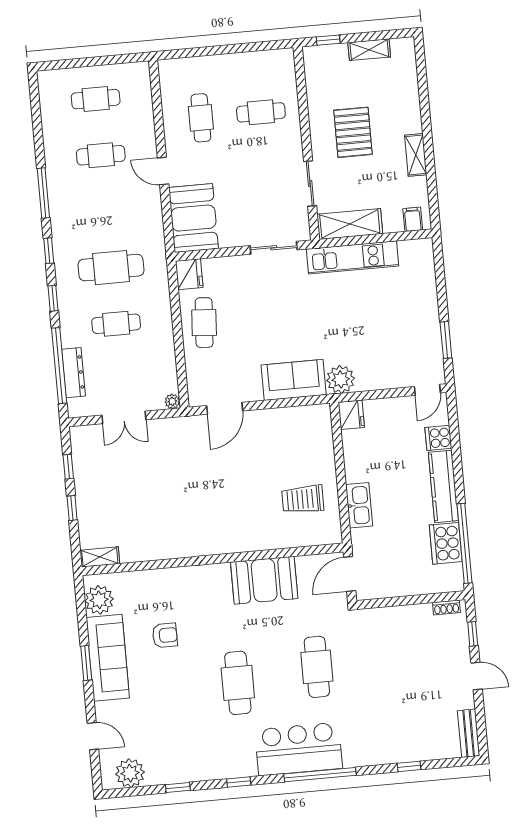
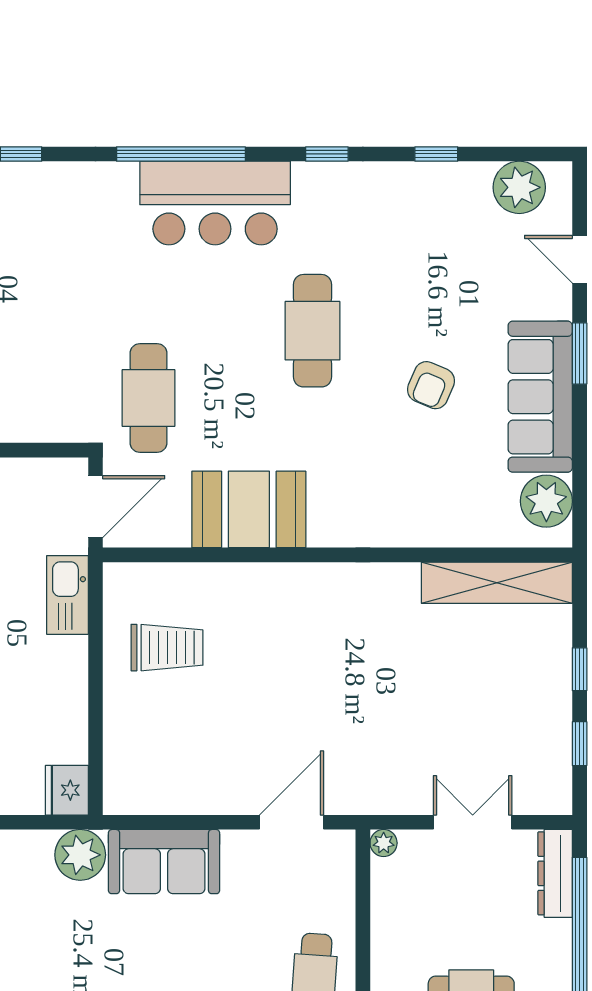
dresser: (73, 373) -> (555, 873), moved
kitchen sink: (359, 505) -> (68, 595), moved
shelving: (100, 557) -> (497, 583), width x2.20, depth x1.33
armchair: (165, 635) -> (431, 385), moved, turned -67
window: (86, 663) -> (580, 353), moved
cafe table: (317, 667) -> (149, 398), moved

